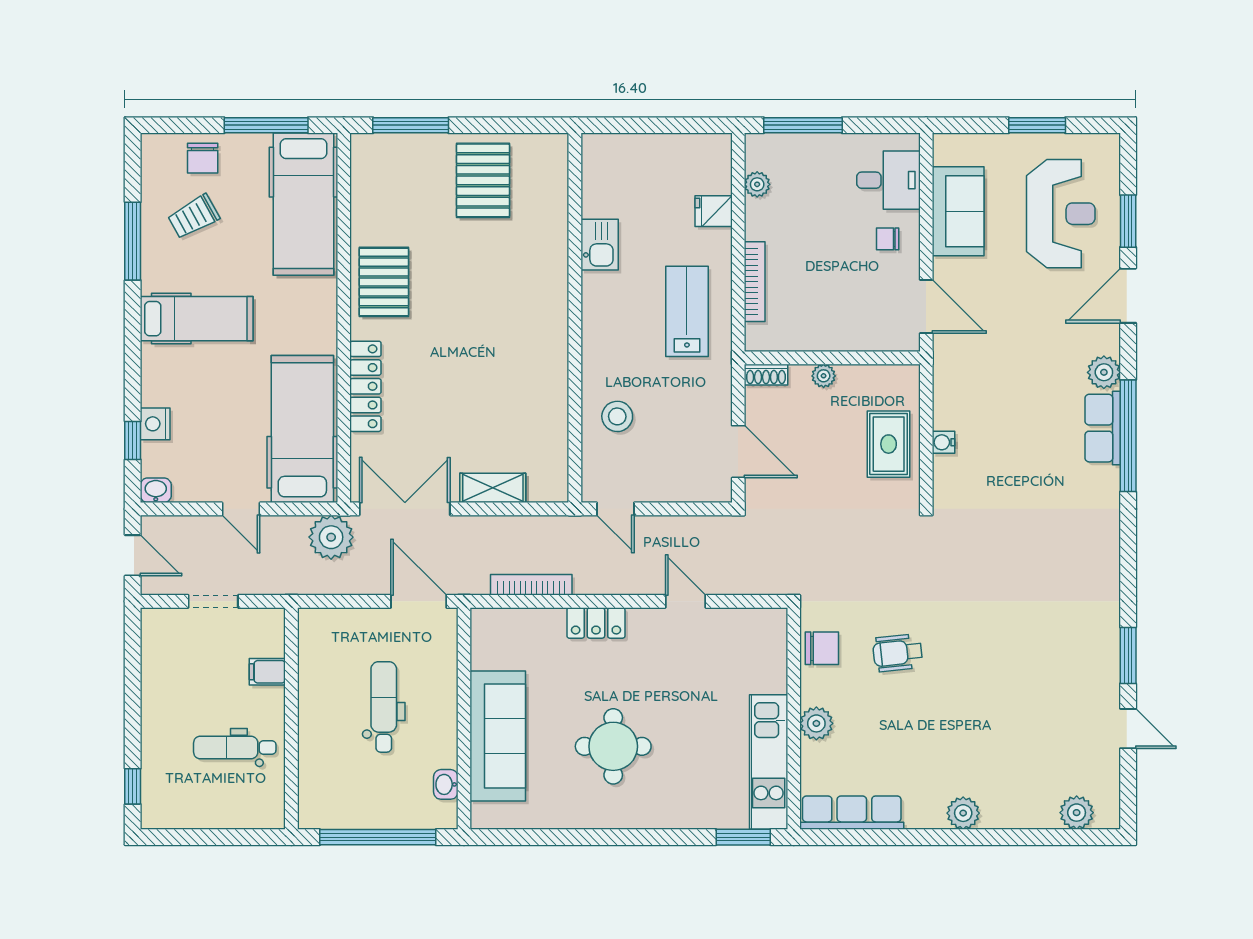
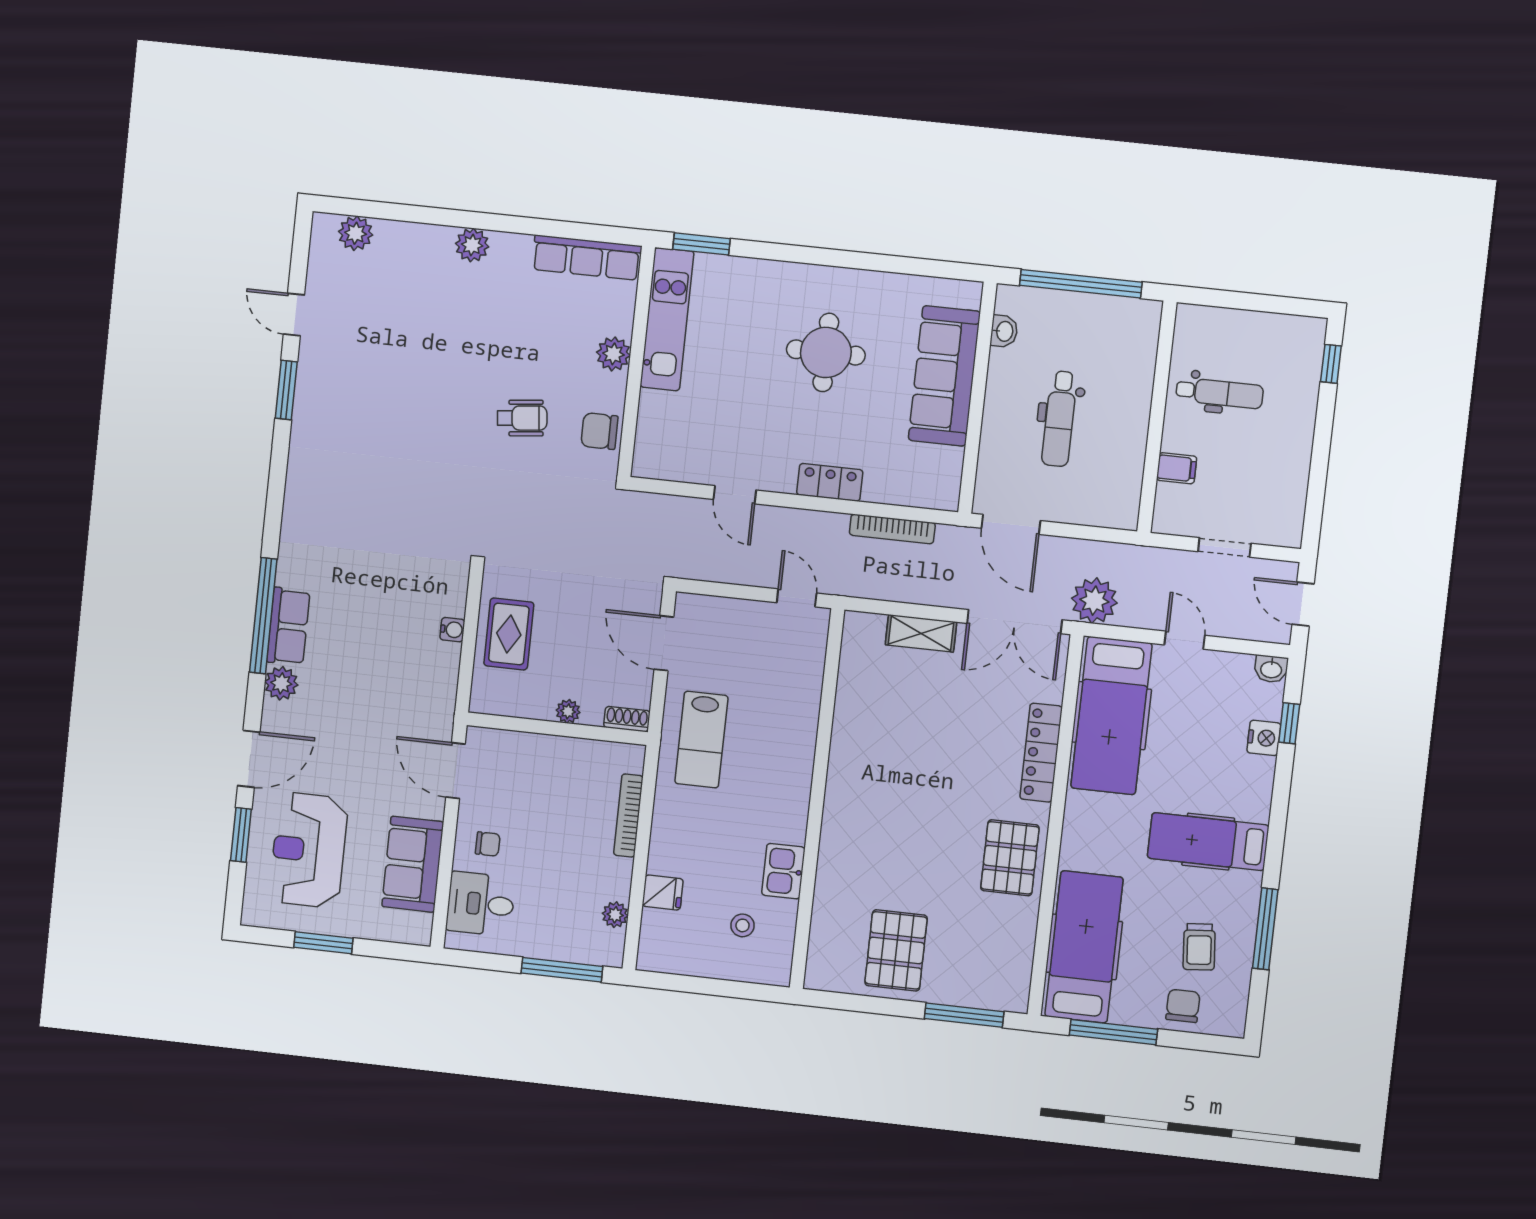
trolley: (194, 217) -> (1199, 947), turned 114
lab bench: (687, 311) -> (701, 740), moved
stool: (617, 416) -> (743, 925), moved, width x0.73, depth x0.73

